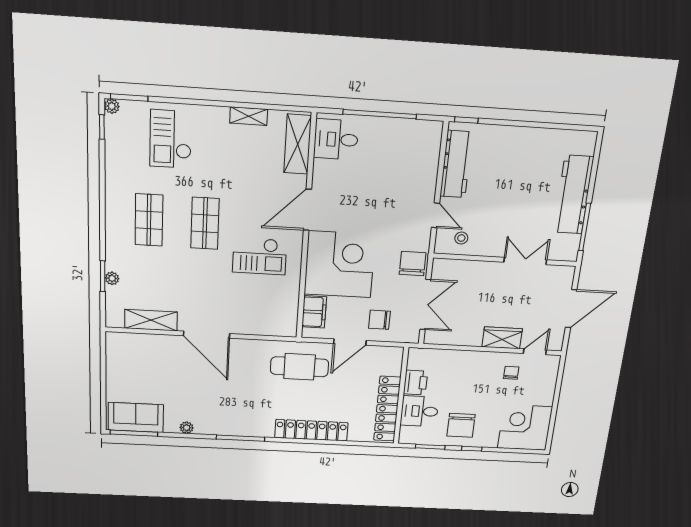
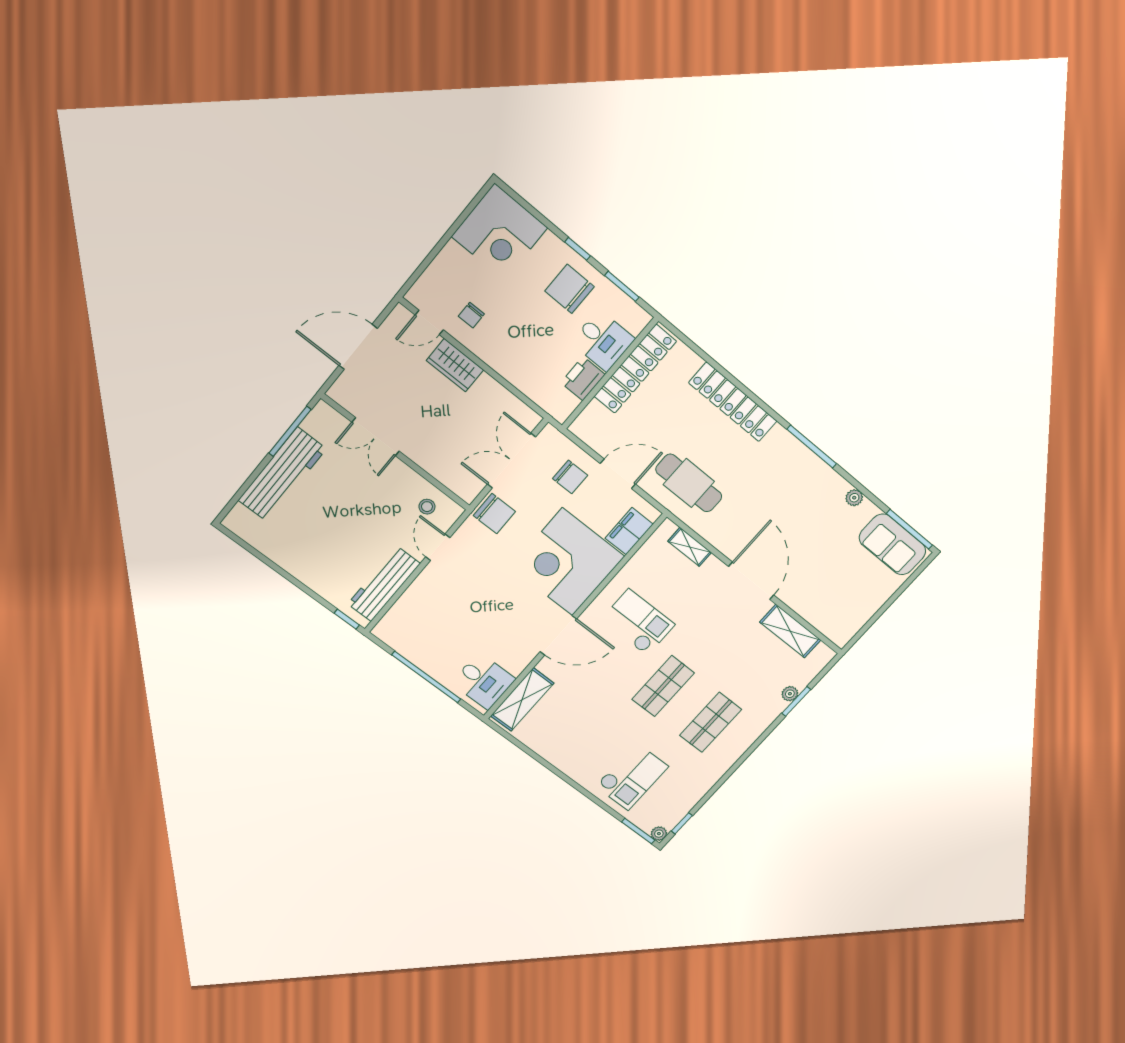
shelving: (249, 116) -> (690, 547), moved
chair: (413, 264) -> (494, 514), turned -90
chair: (461, 425) -> (569, 289), turned -90

